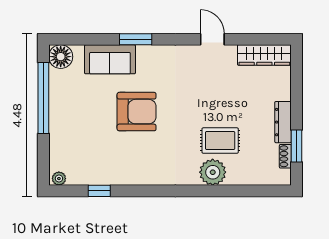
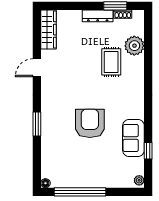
floor lamp: (61, 57) -> (45, 183), width x0.53, depth x0.53
sofa: (110, 59) -> (133, 138), moved, turned 180
plant: (213, 172) -> (134, 46), moved

